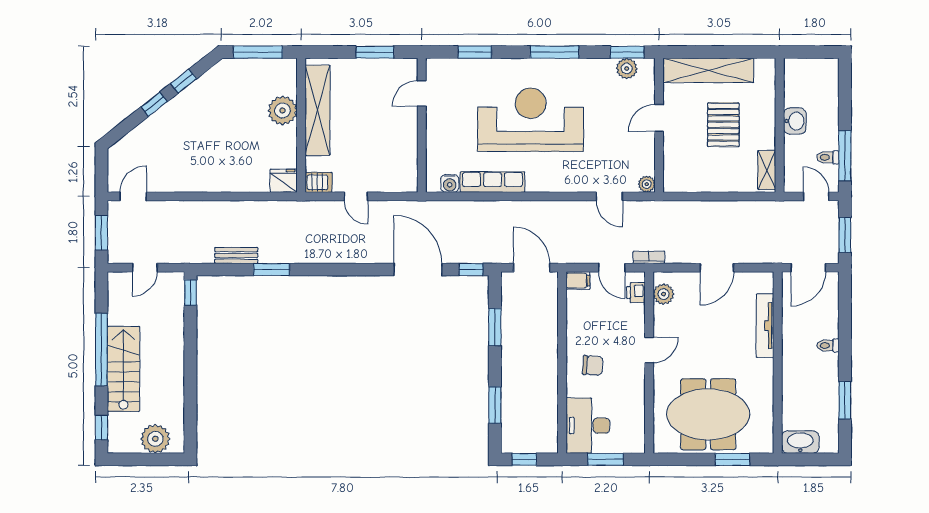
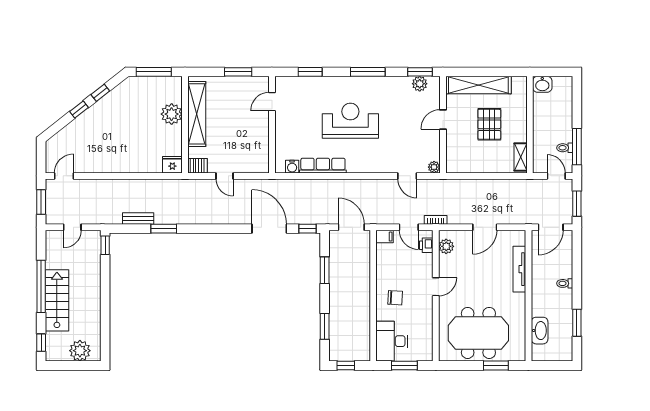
reception desk: (531, 120) -> (350, 121), width x0.74, depth x0.77
washbasin: (795, 121) -> (542, 84), moved, turned 90
washbasin: (800, 442) -> (540, 331), moved, turned 90

